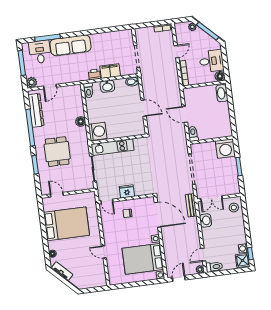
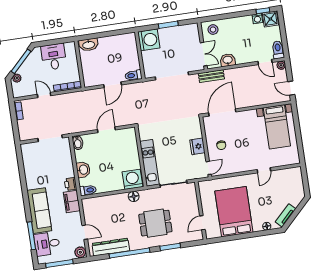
filing cabinet: (110, 71) -> (72, 202), moved
floor lamp: (220, 76) -> (70, 47), removed
floor lamp: (81, 121) -> (134, 196), moved
bed with nightstands: (143, 259) -> (277, 127), width x0.73

